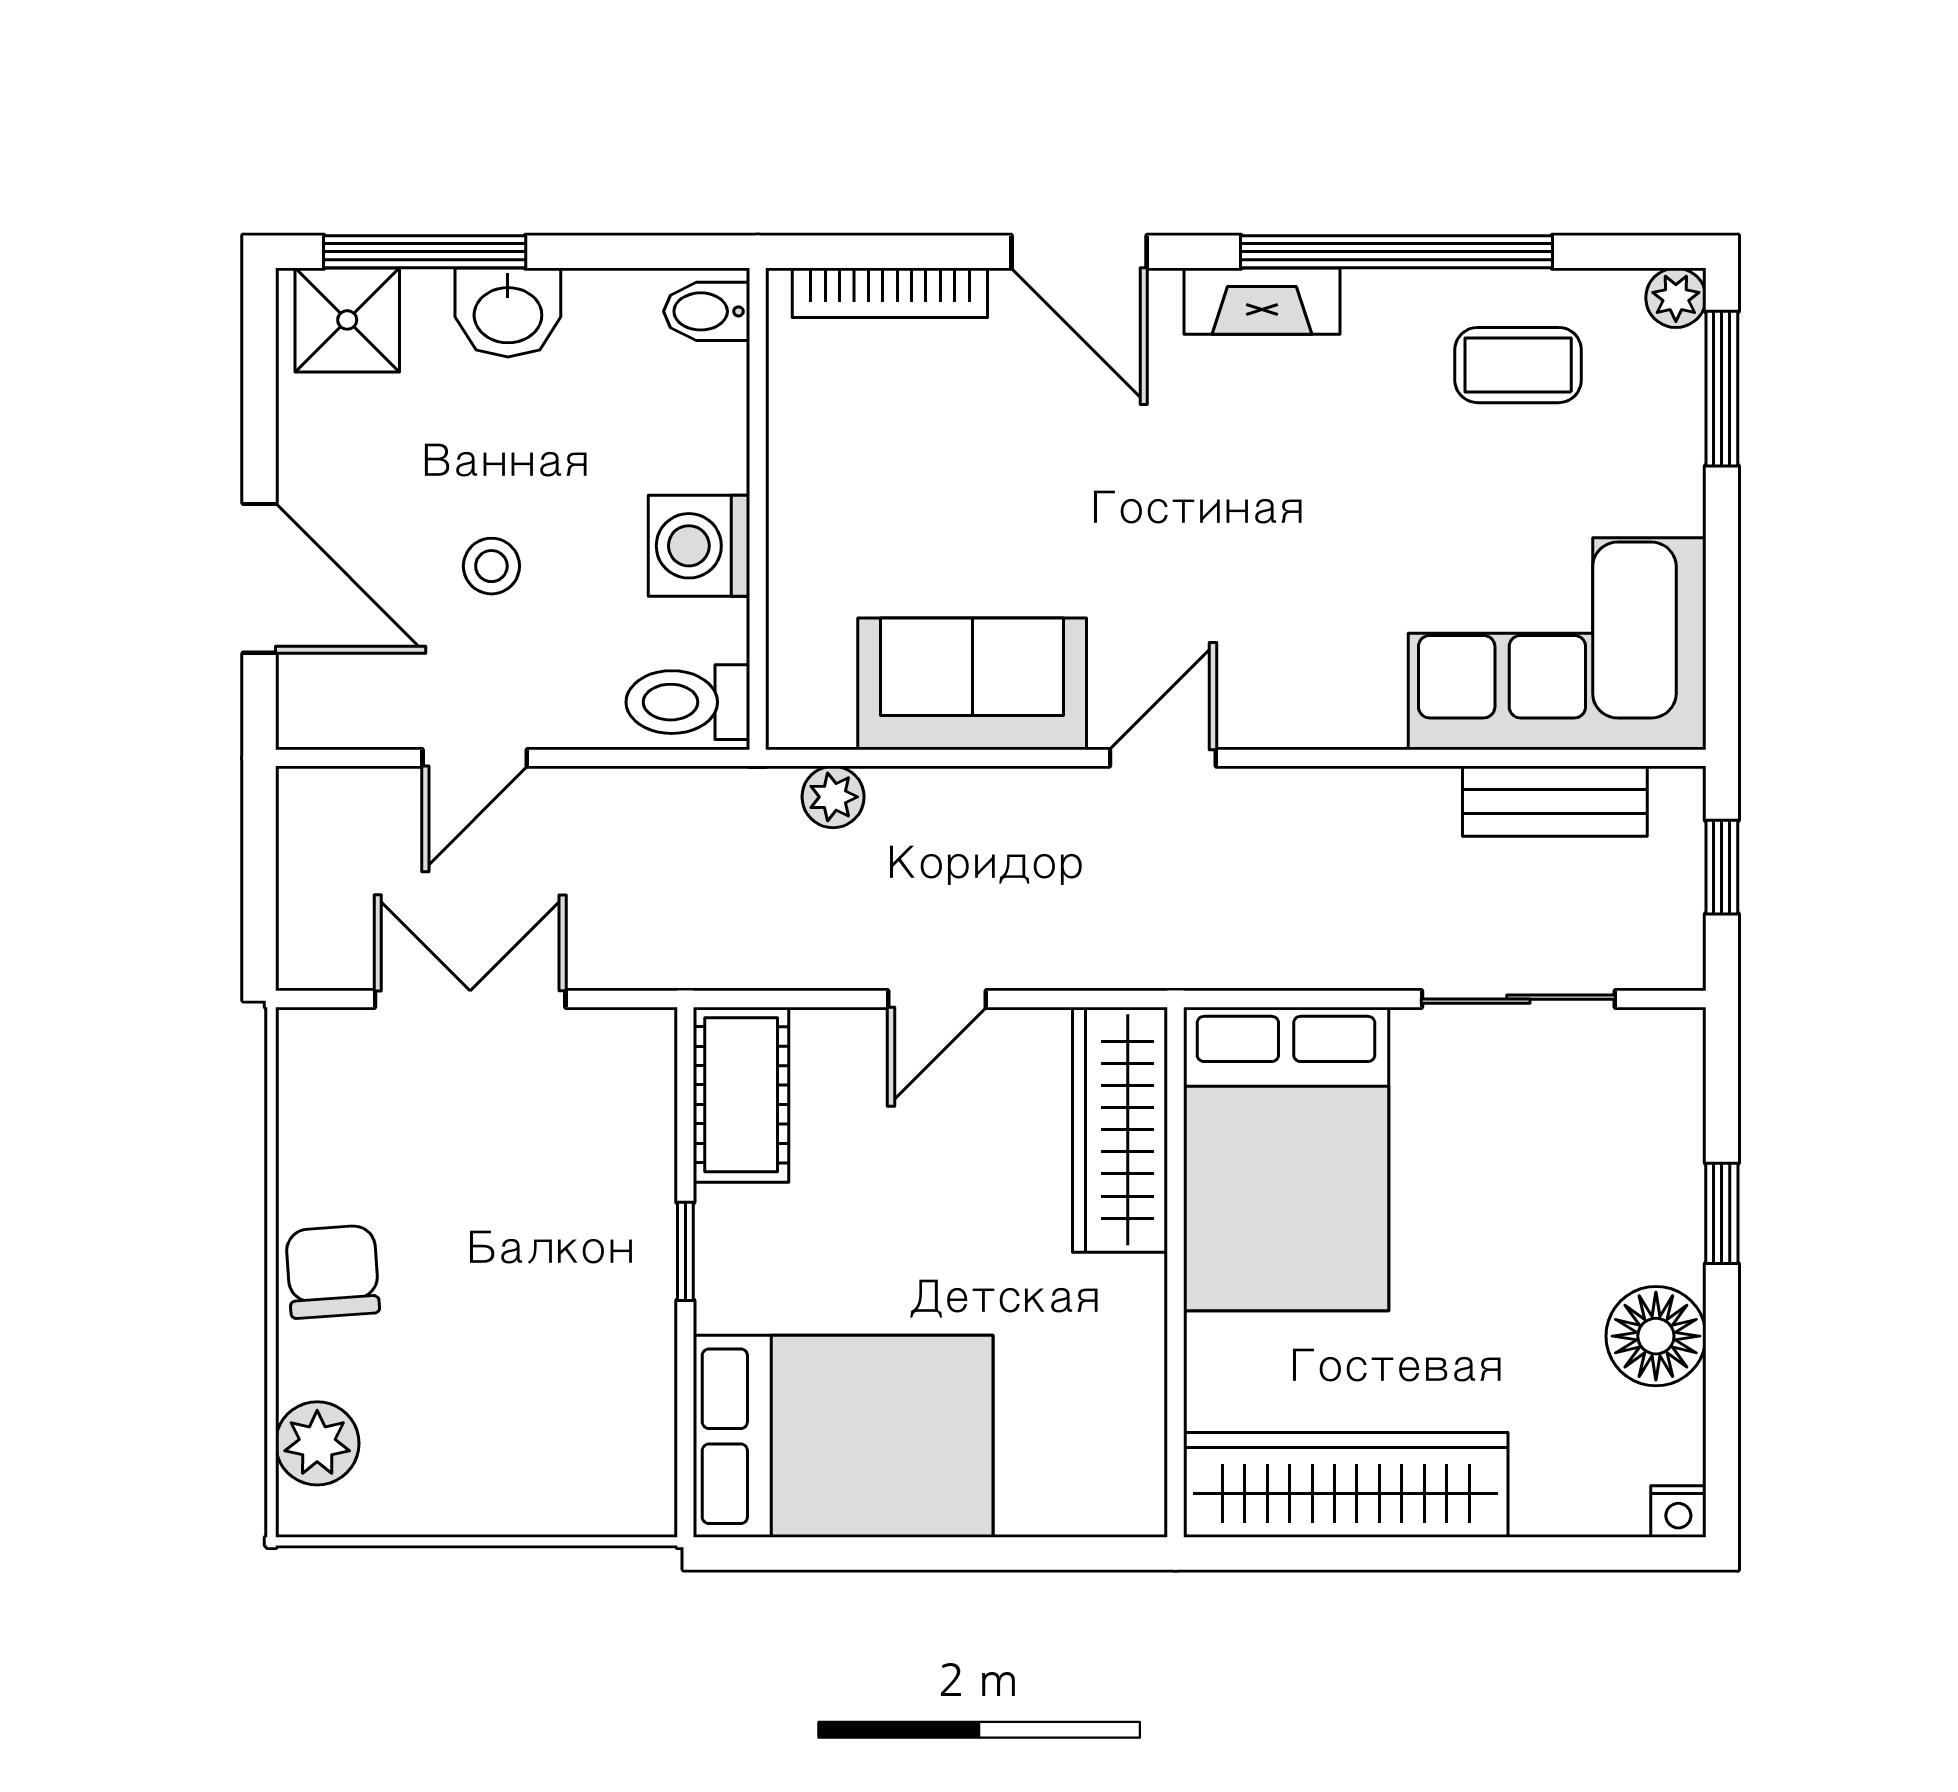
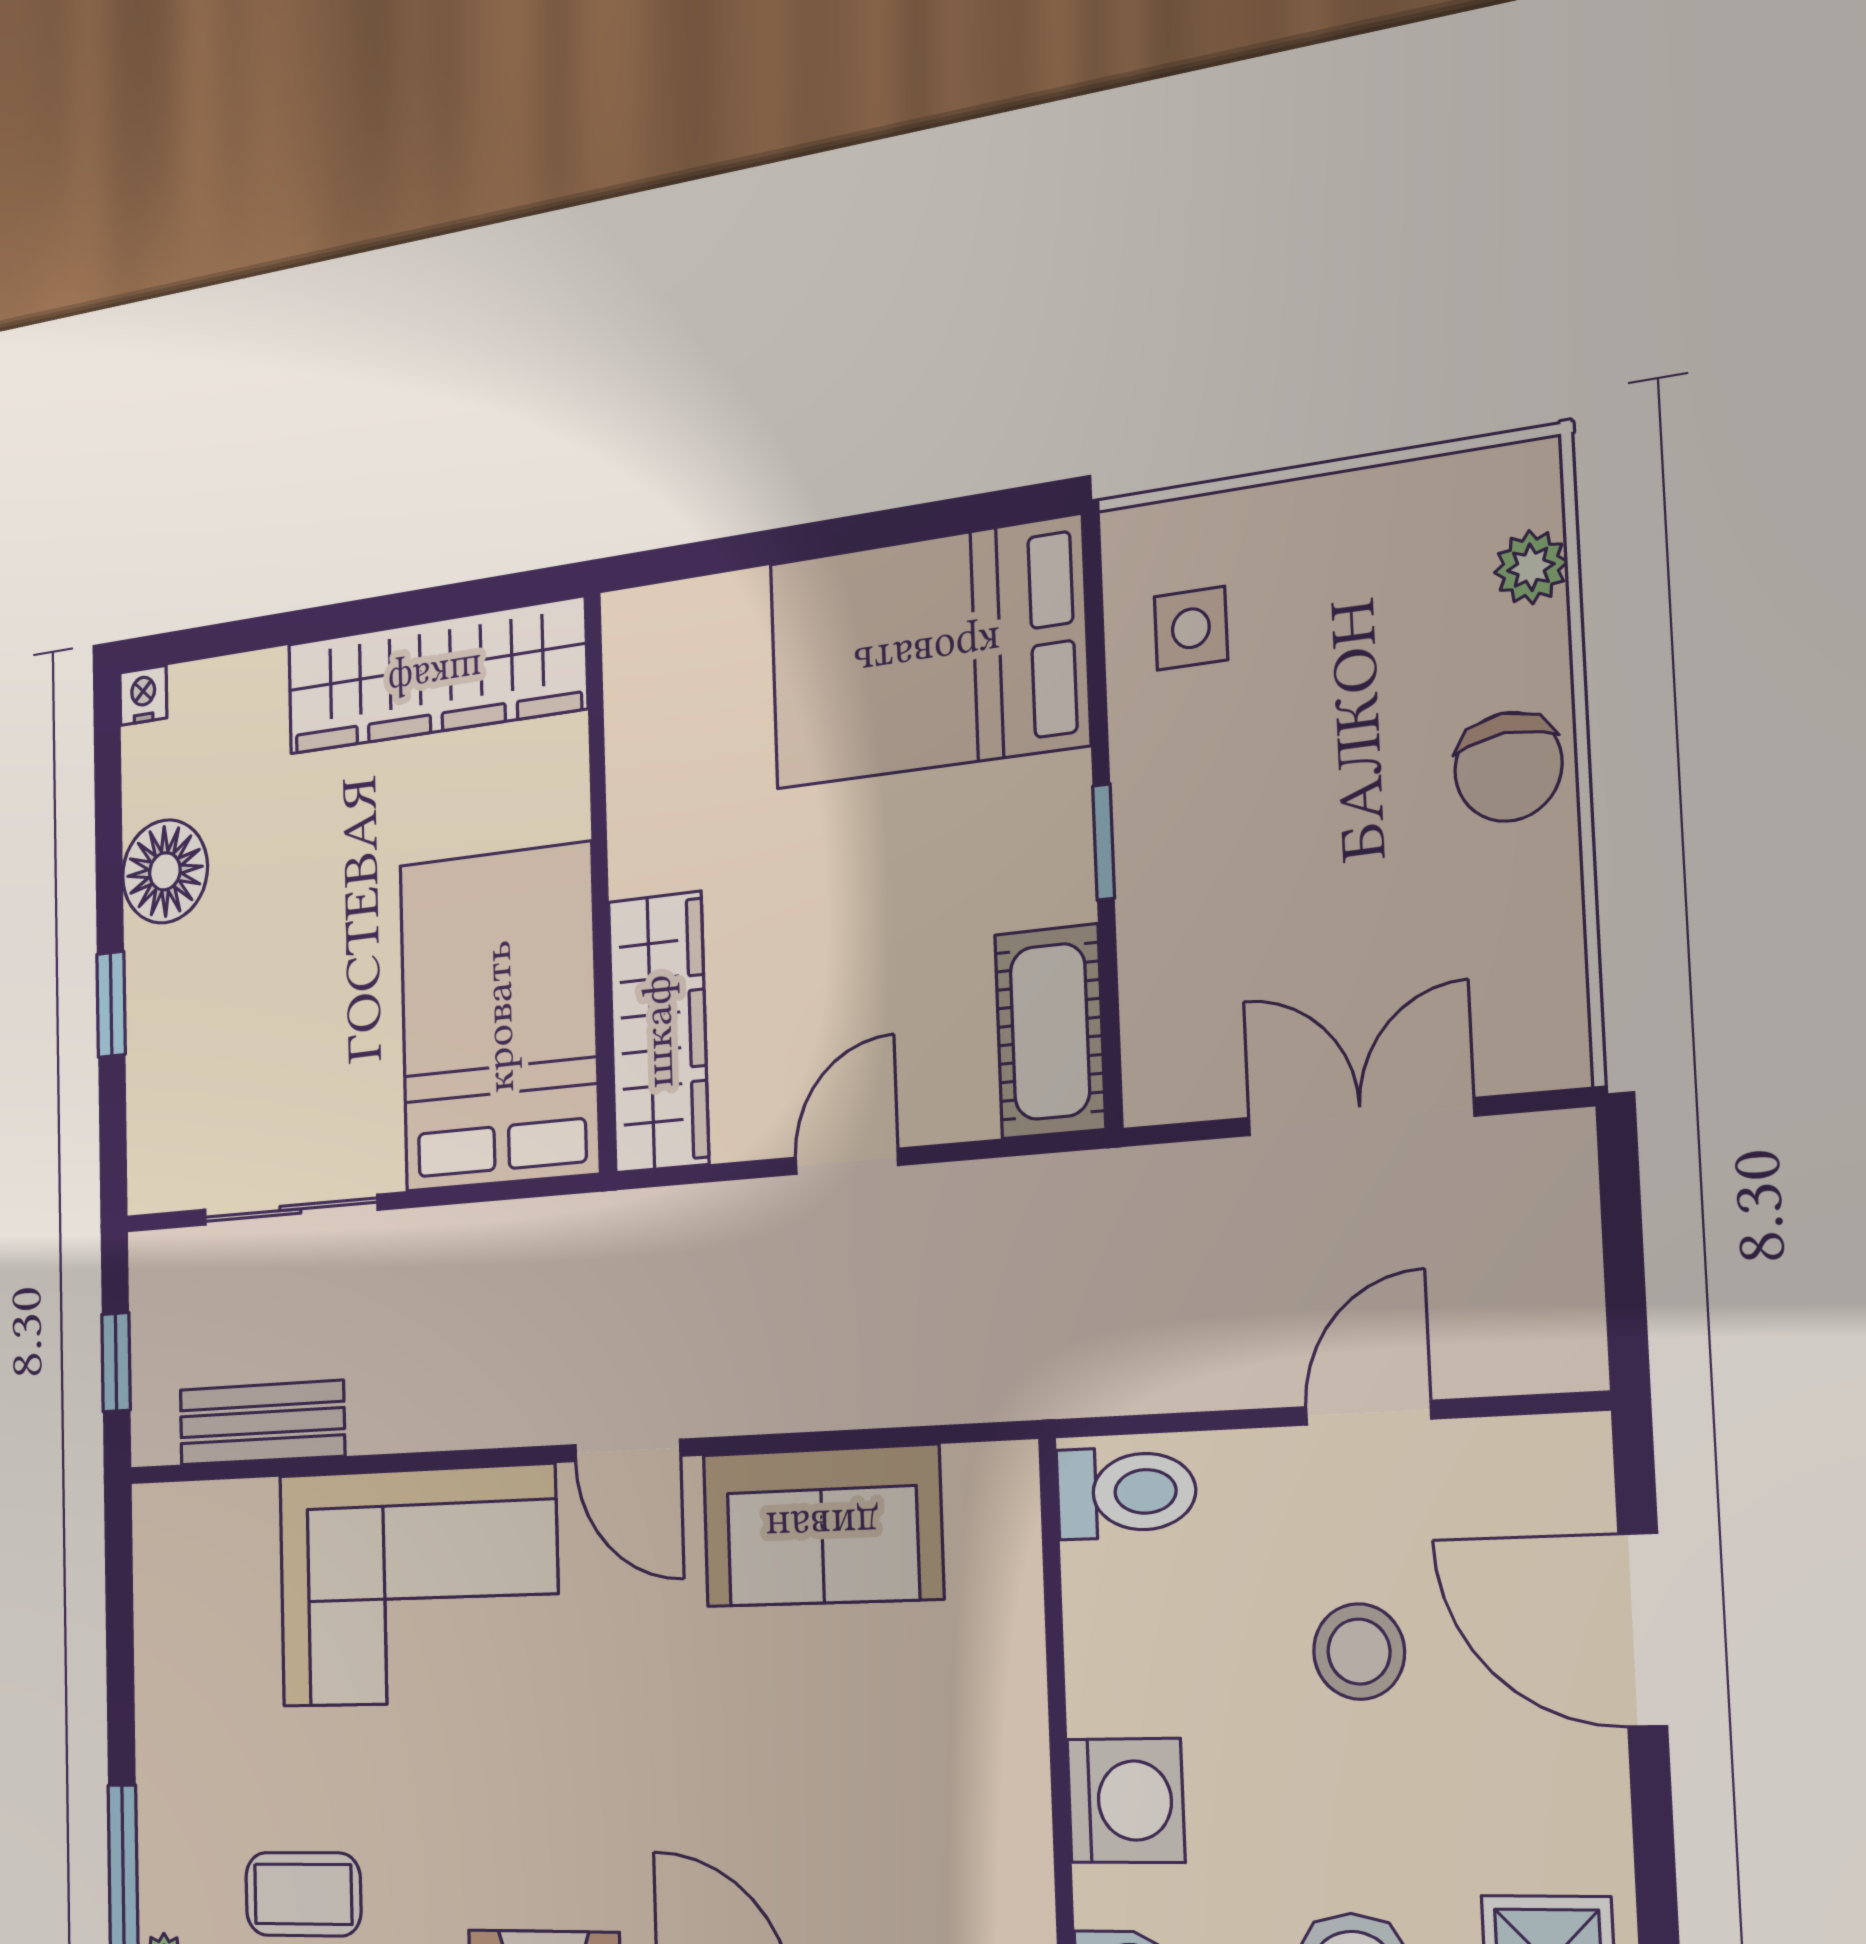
washing machine: (699, 546) -> (1126, 1801), moved
stool: (491, 566) -> (1359, 1652), width x1.37, depth x1.37
corner sofa: (1557, 644) -> (417, 1586), moved
door: (1163, 758) -> (628, 1450), hinge flipped
plant: (833, 797) -> (964, 1388), removed
double door: (470, 999) -> (1360, 1117), swing flipped
side table: (599, 1424) -> (1191, 628), added
plant: (317, 1443) -> (1531, 567), width x0.73, depth x0.73

